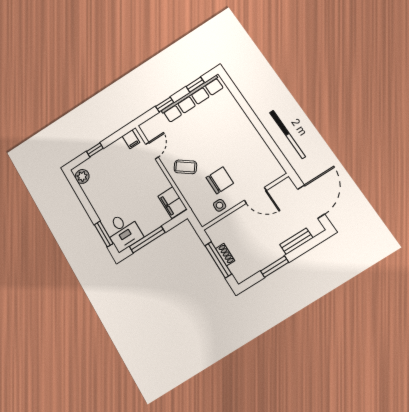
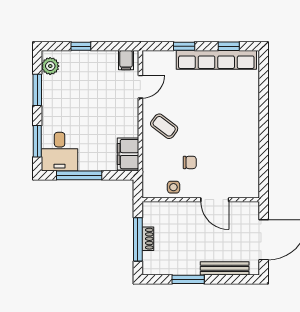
chair: (220, 180) -> (190, 162), width x0.54, depth x0.54
window: (83, 198) -> (37, 90), added
bench: (296, 241) -> (225, 268), width x1.36

